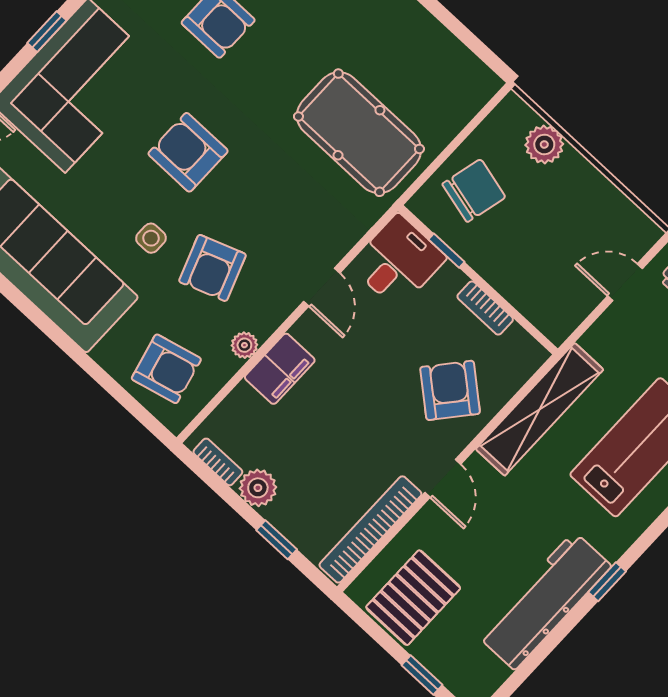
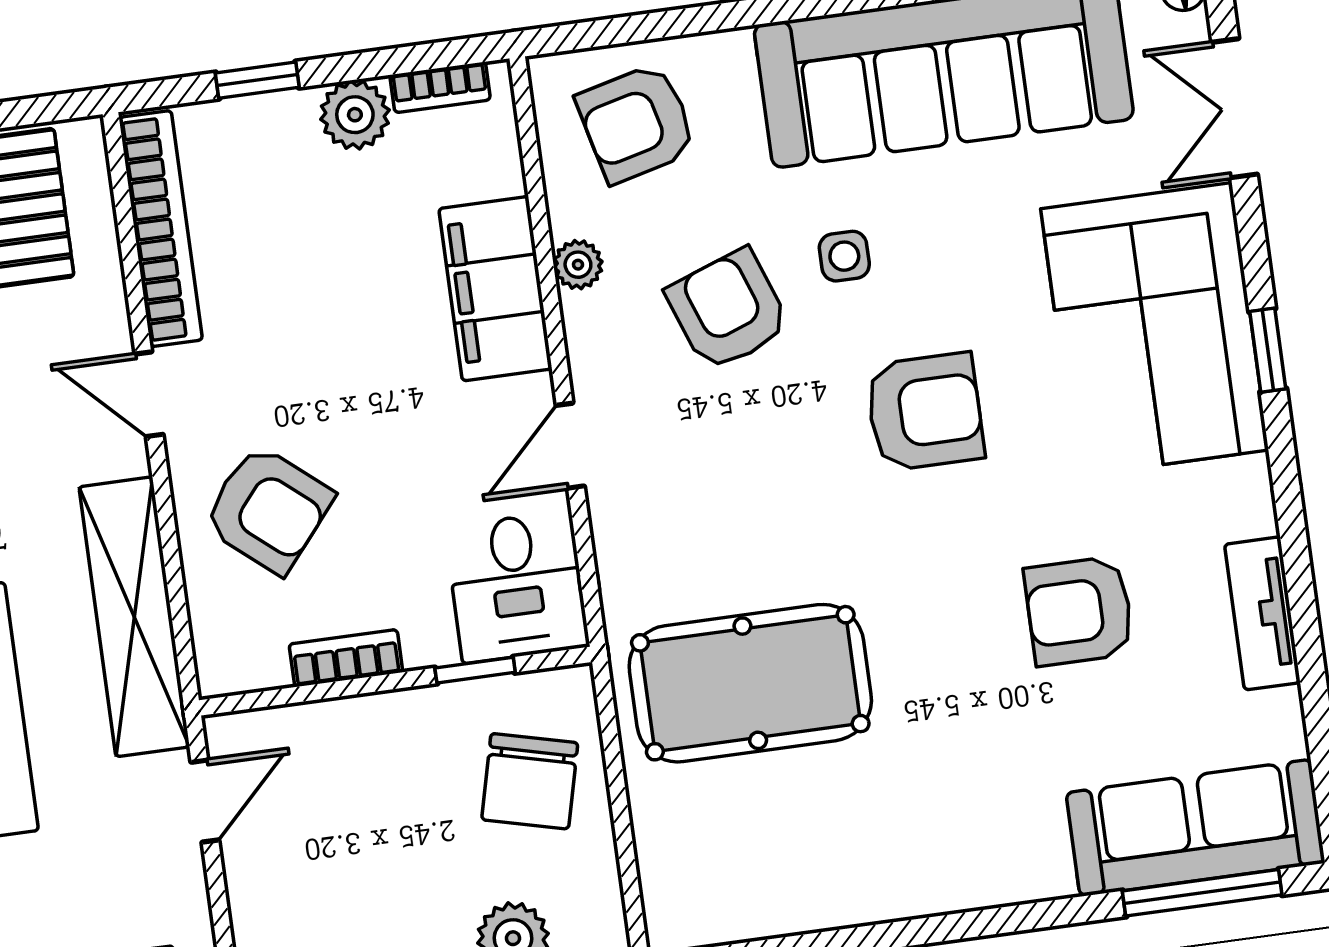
door: (625, 282) -> (205, 801), moved
door: (322, 287) -> (570, 446), hinge flipped
filing cabinet: (280, 369) -> (495, 289), width x1.50, depth x1.17

